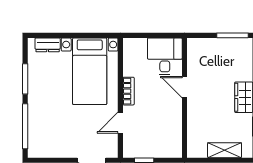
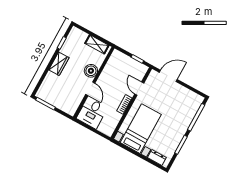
boiler: (197, 111) -> (91, 71), added
door: (120, 123) -> (139, 89), swing flipped
shelving: (225, 150) -> (97, 44), moved

